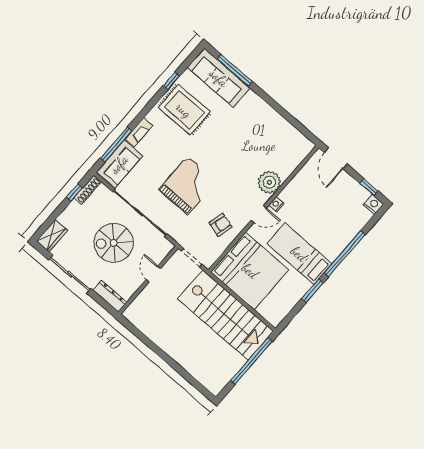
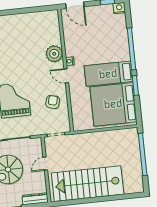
door: (259, 214) -> (66, 76), swing flipped
bed: (250, 271) -> (113, 104), moved, turned 180
door: (153, 274) -> (45, 164), hinge flipped
stairs: (225, 315) -> (88, 184), moved, turned 180

